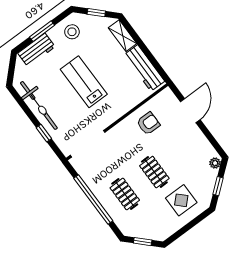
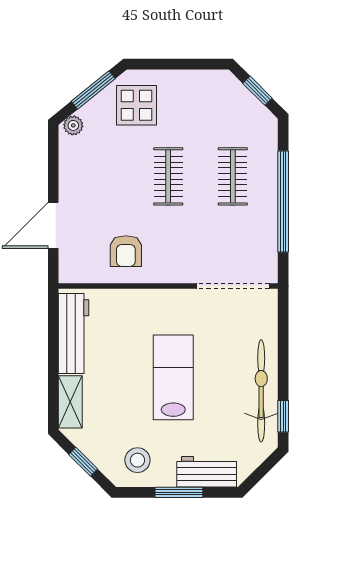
lab bench: (84, 82) -> (173, 377), turned 180
armchair: (148, 123) -> (126, 251), turned -90
window: (44, 133) -> (283, 416), moved
window: (218, 186) -> (93, 90), width x1.50
display table: (181, 200) -> (136, 105), moved

